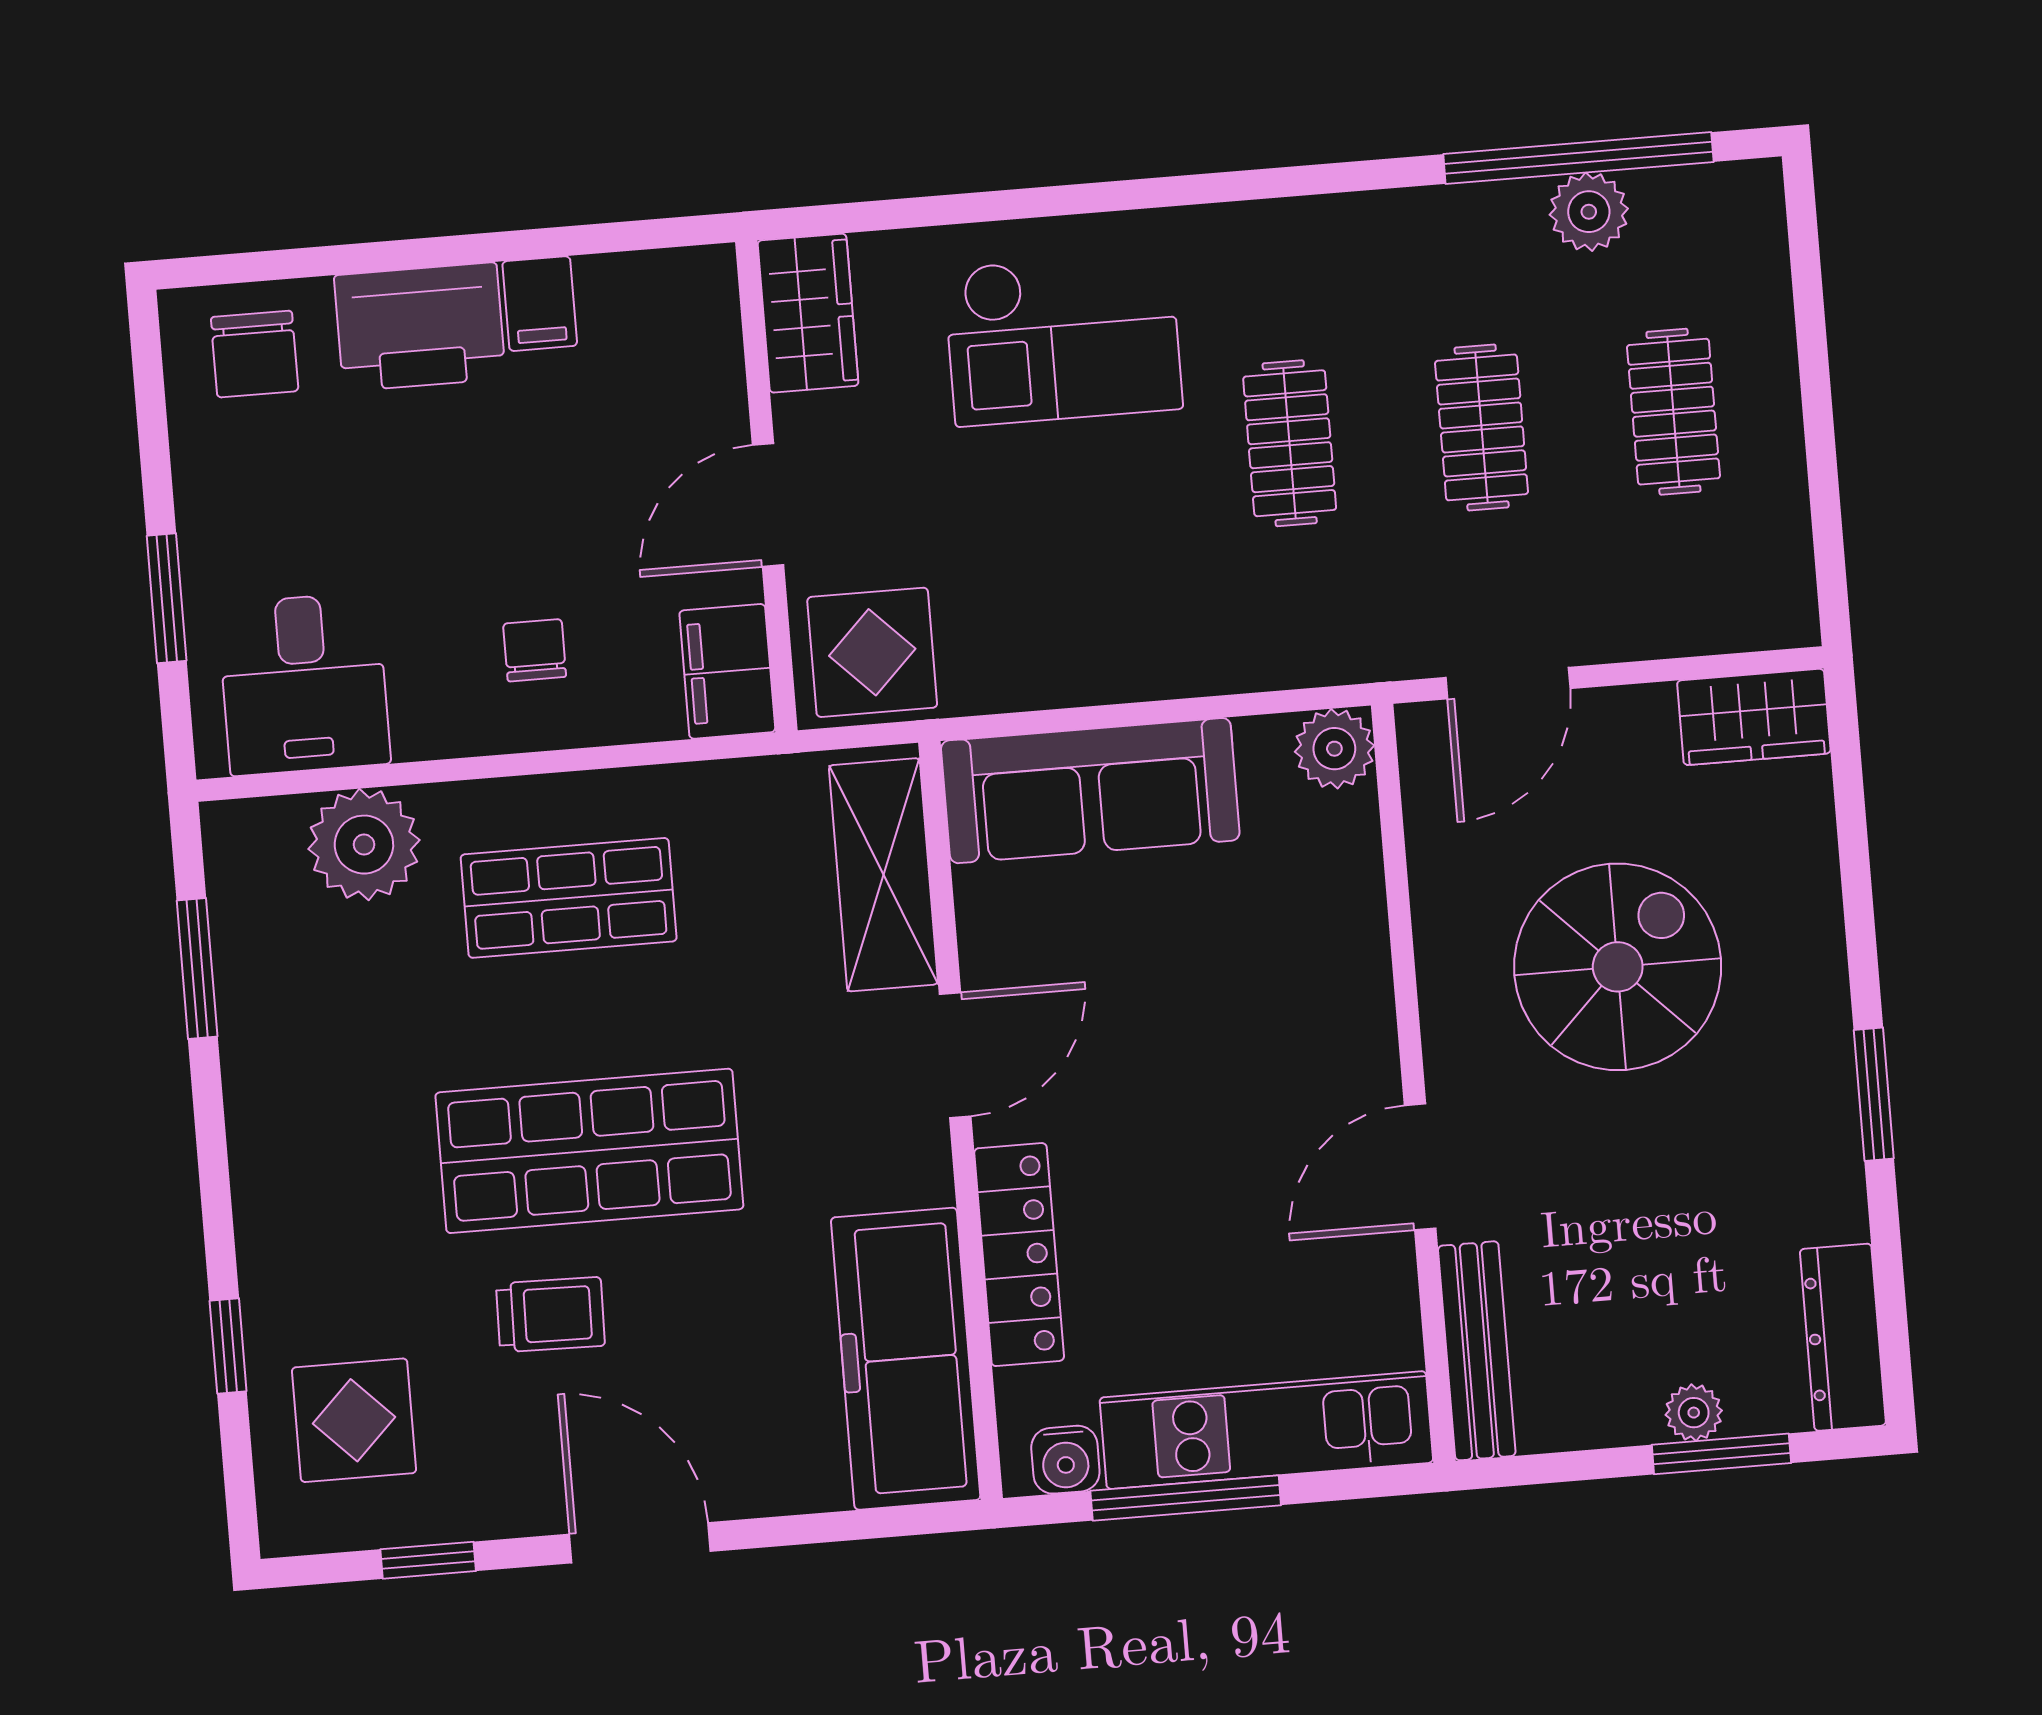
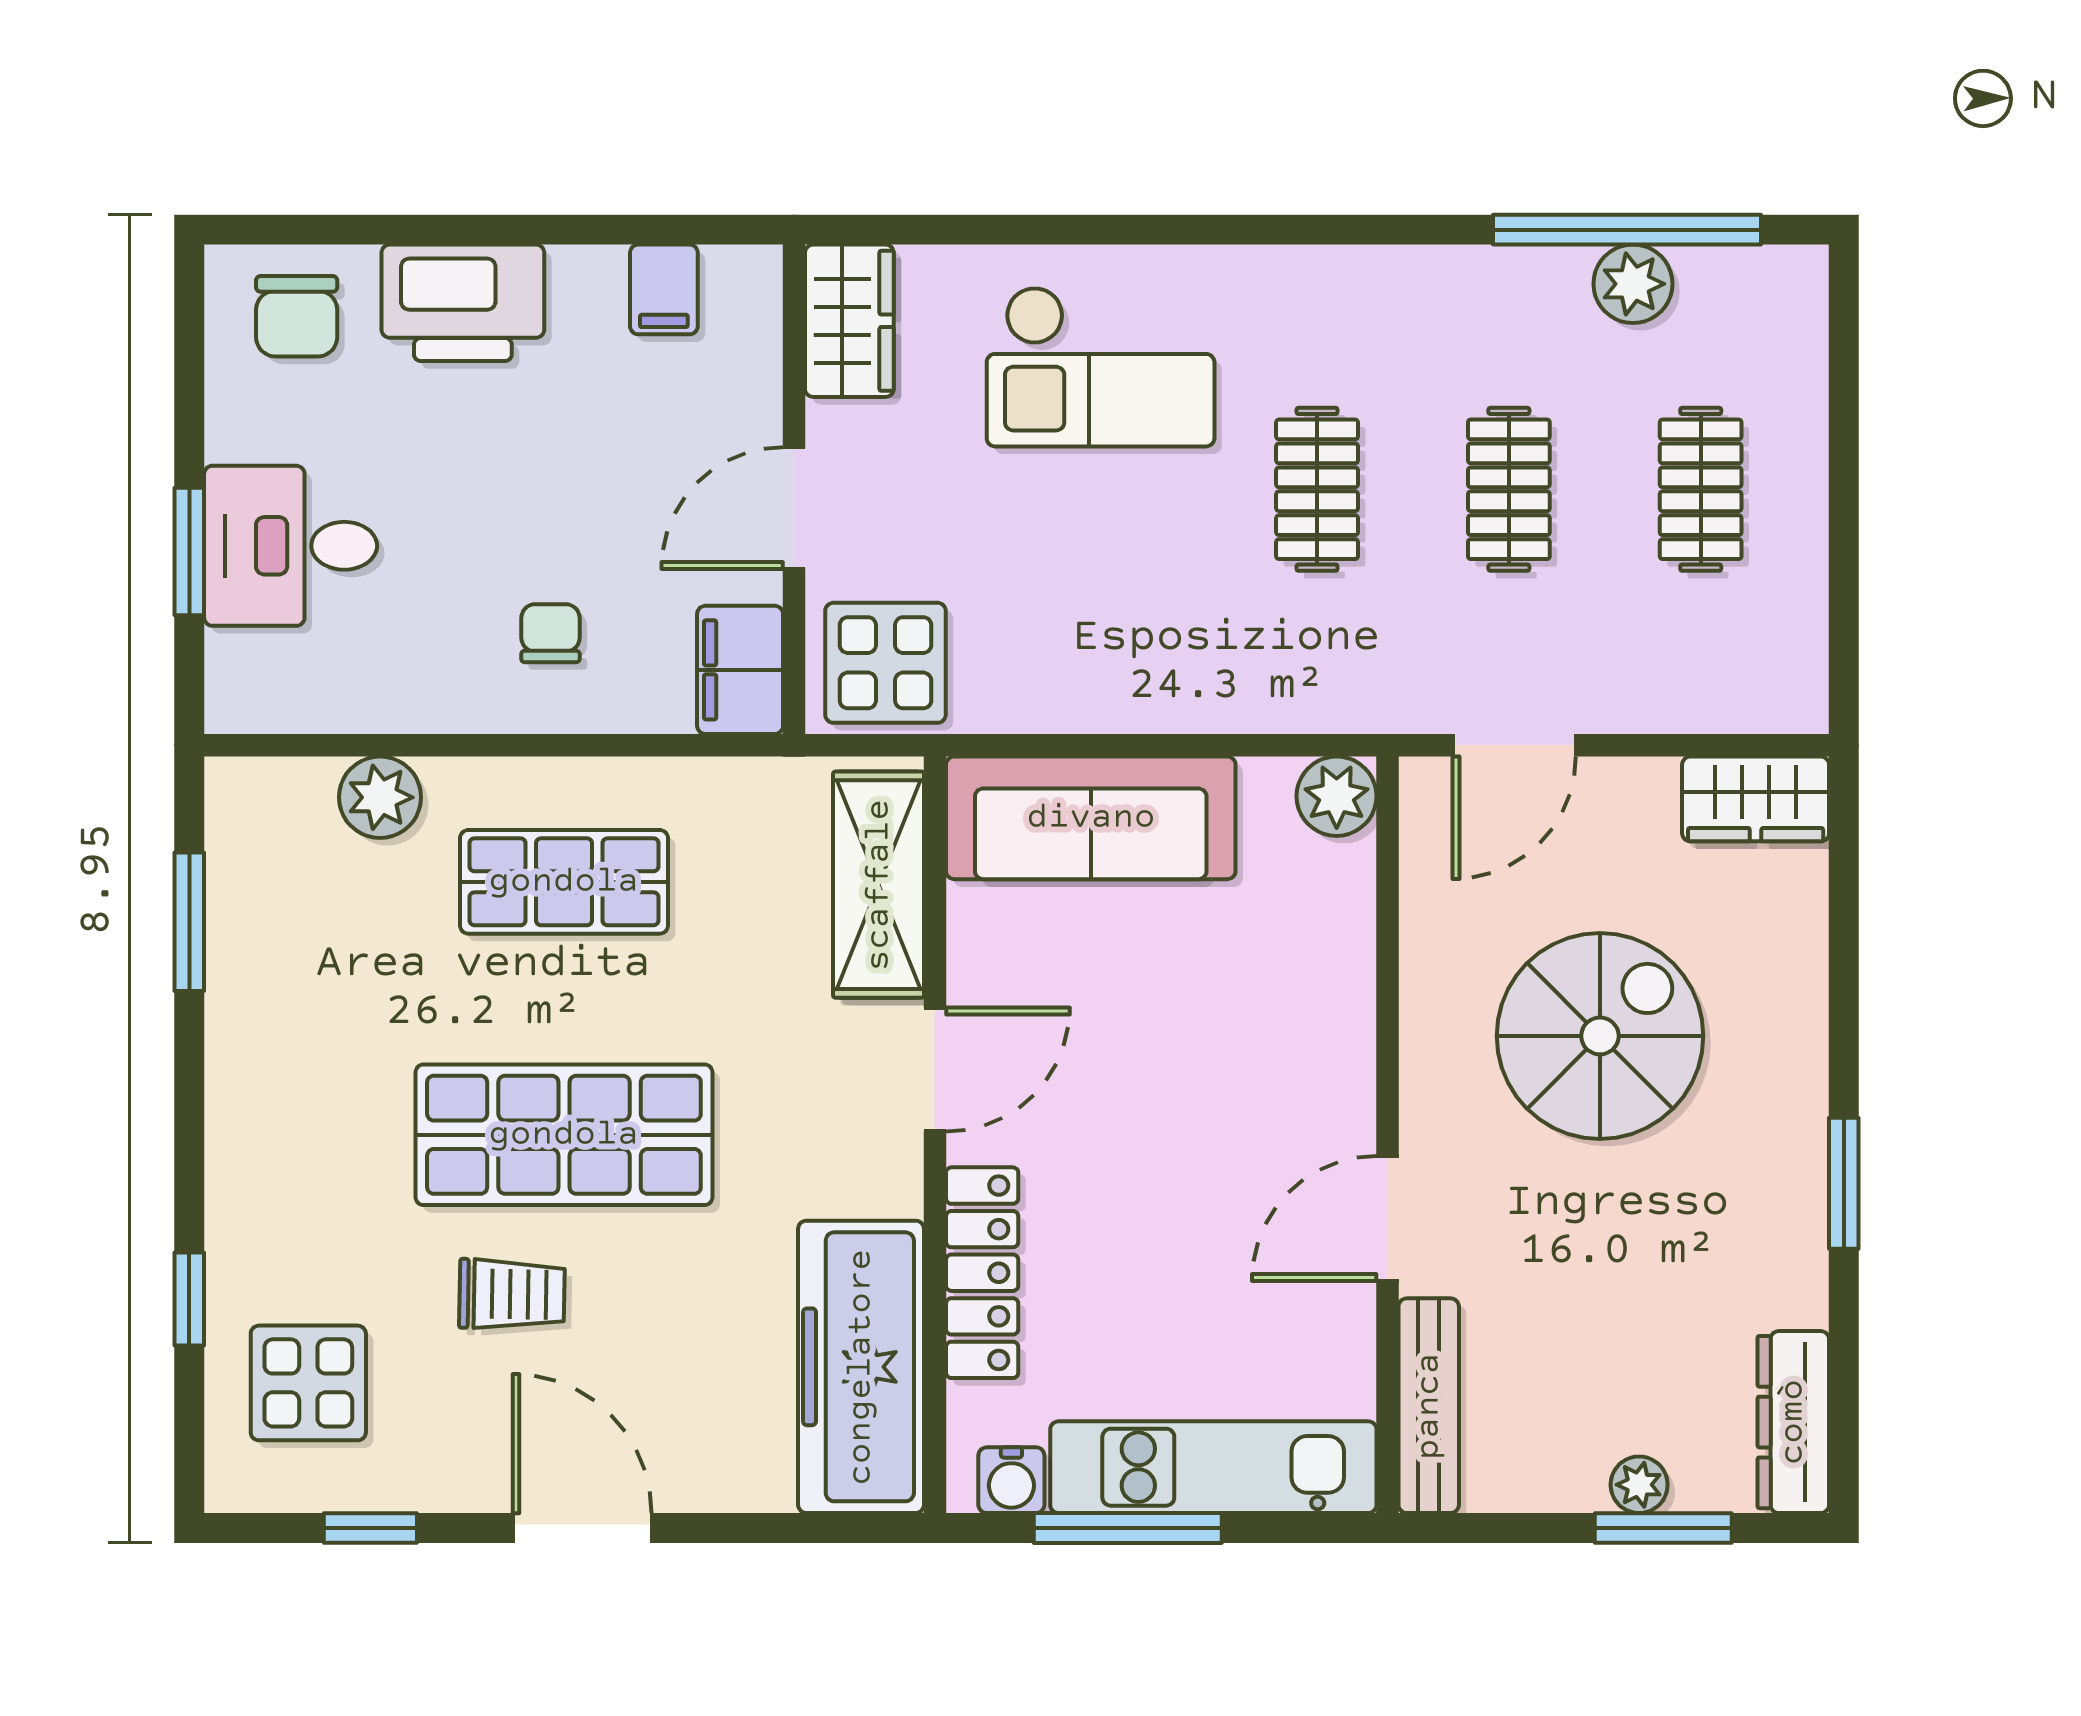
filing cabinet: (540, 304) -> (664, 289), moved
desk: (304, 684) -> (291, 546), moved, turned 90
plant: (364, 845) -> (380, 797), width x0.73, depth x0.73

